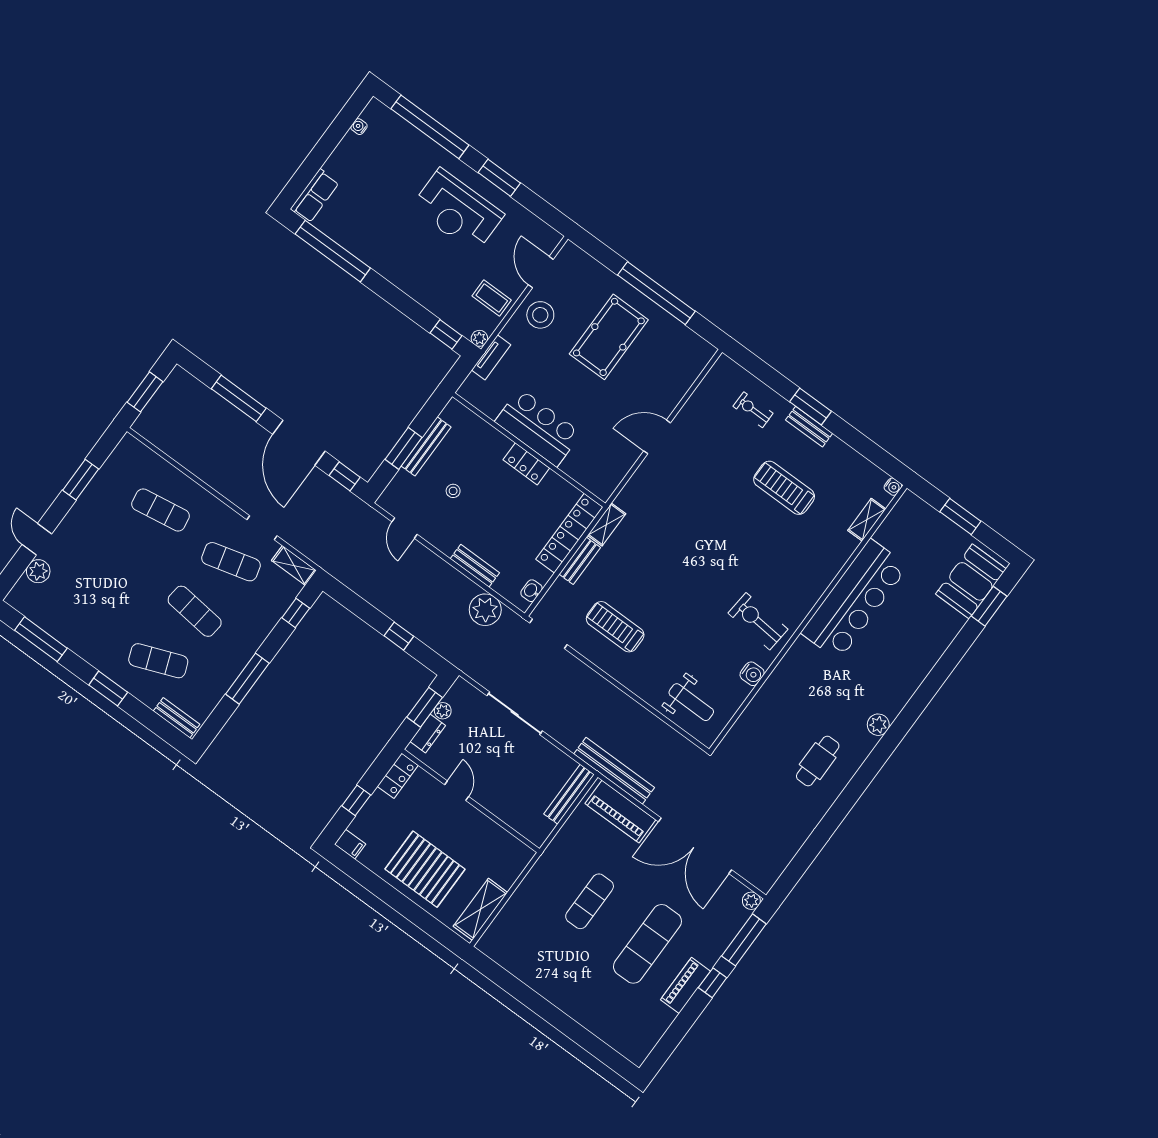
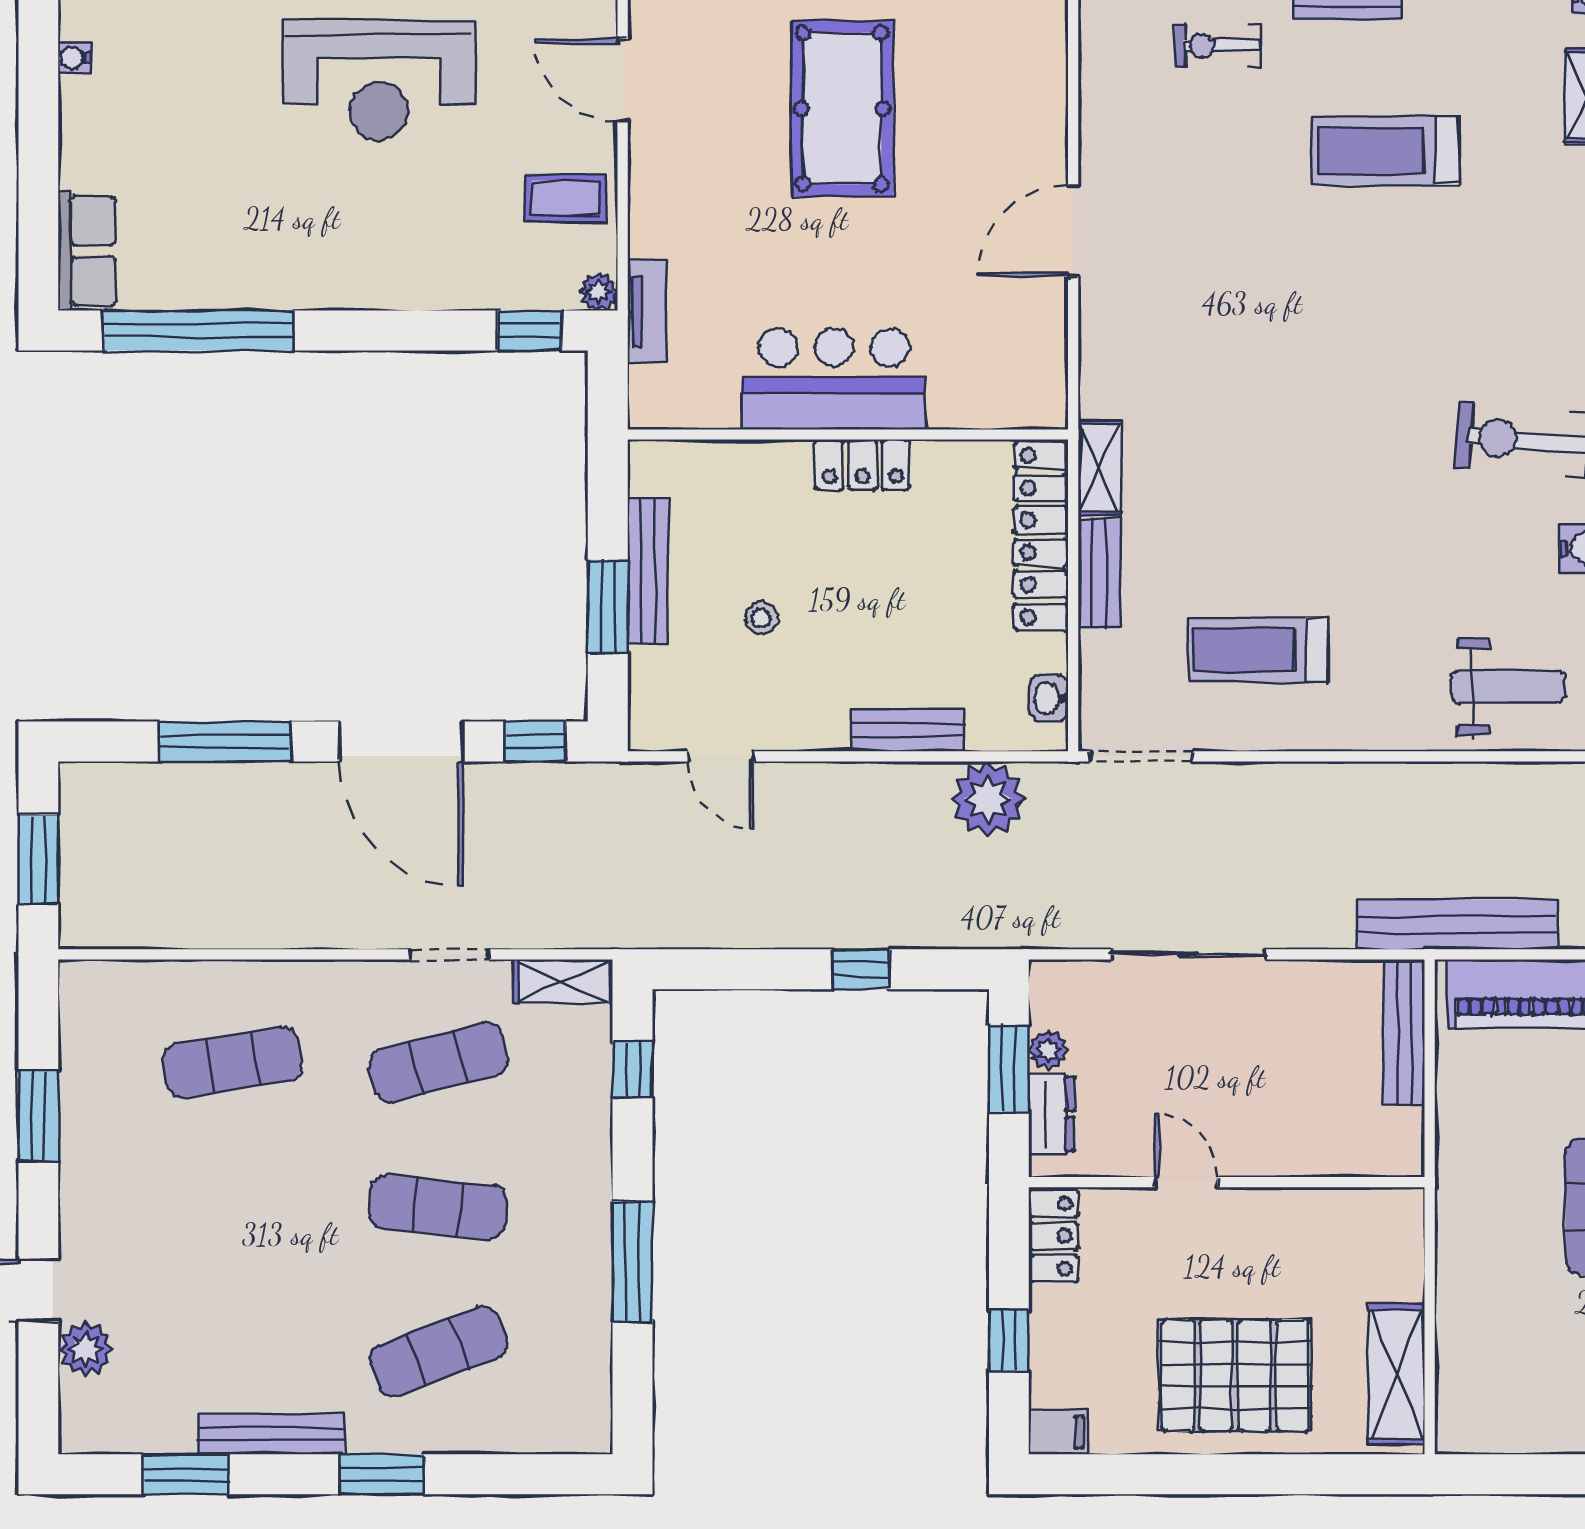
stool: (540, 315) -> (681, 162), removed
window: (41, 639) -> (185, 1474), width x0.69
bench: (177, 718) -> (271, 1434), moved, width x1.36

